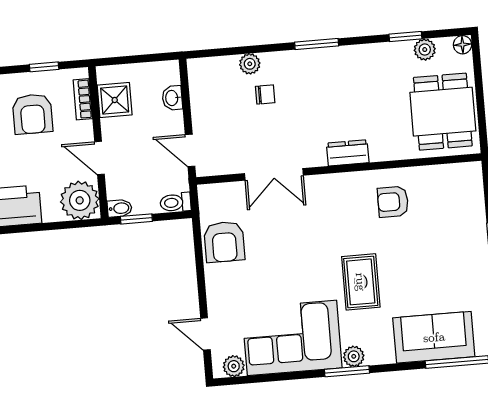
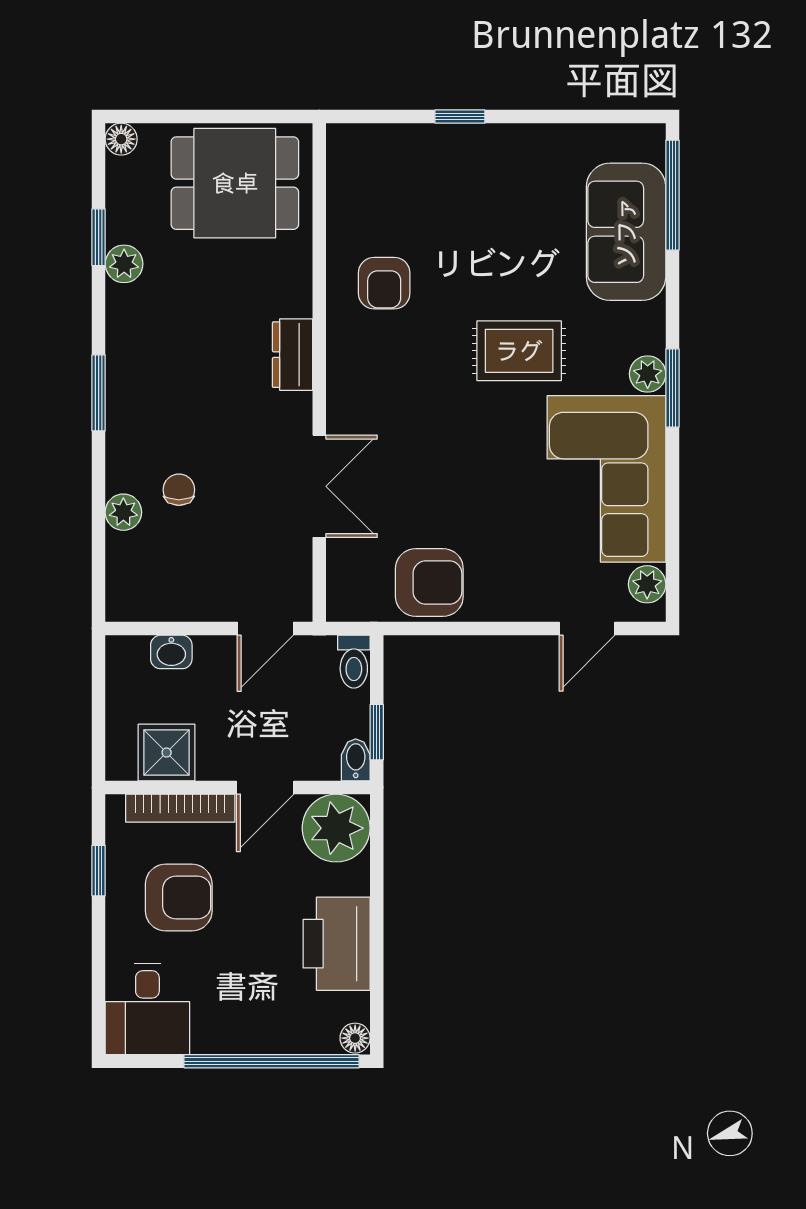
plant: (425, 50) -> (124, 264), moved
bookcase: (83, 99) -> (180, 808), width x1.56

